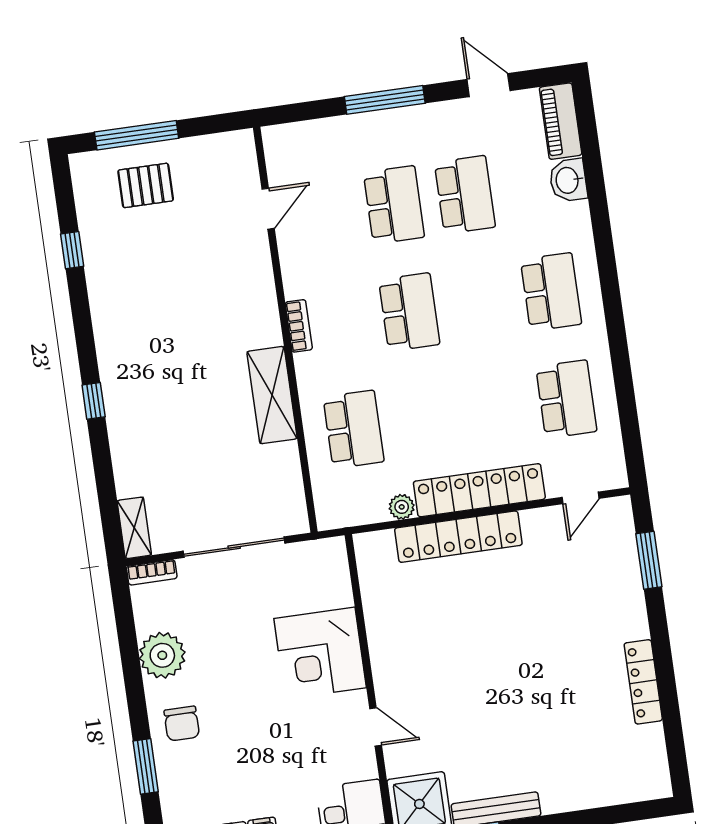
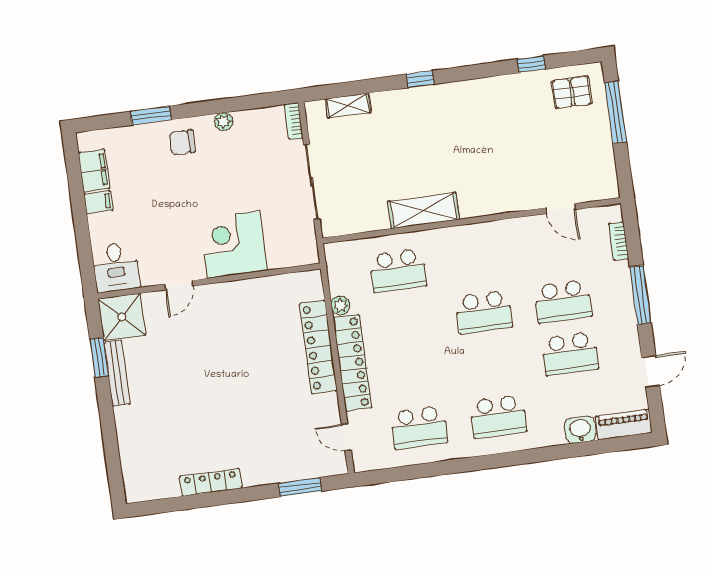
pallet: (146, 185) -> (572, 92), moved, turned 90
bookcase: (299, 326) -> (619, 241), moved, turned 90
shelving: (134, 528) -> (348, 106), moved
plant: (162, 655) -> (224, 122), width x0.53, depth x0.53

